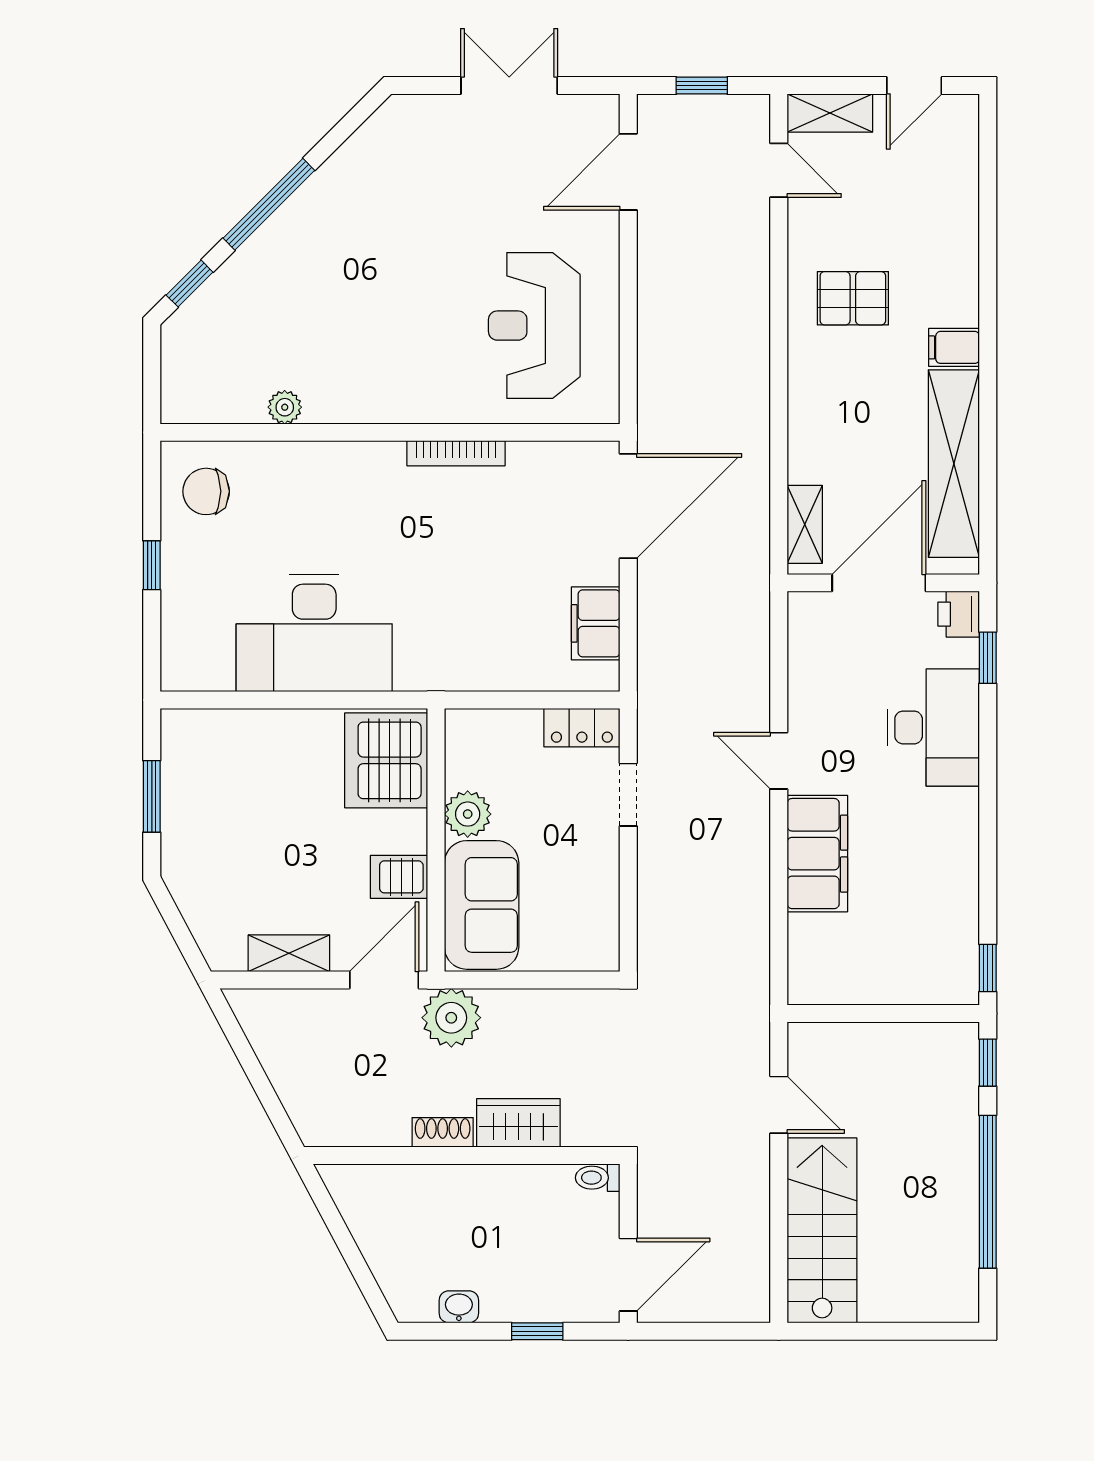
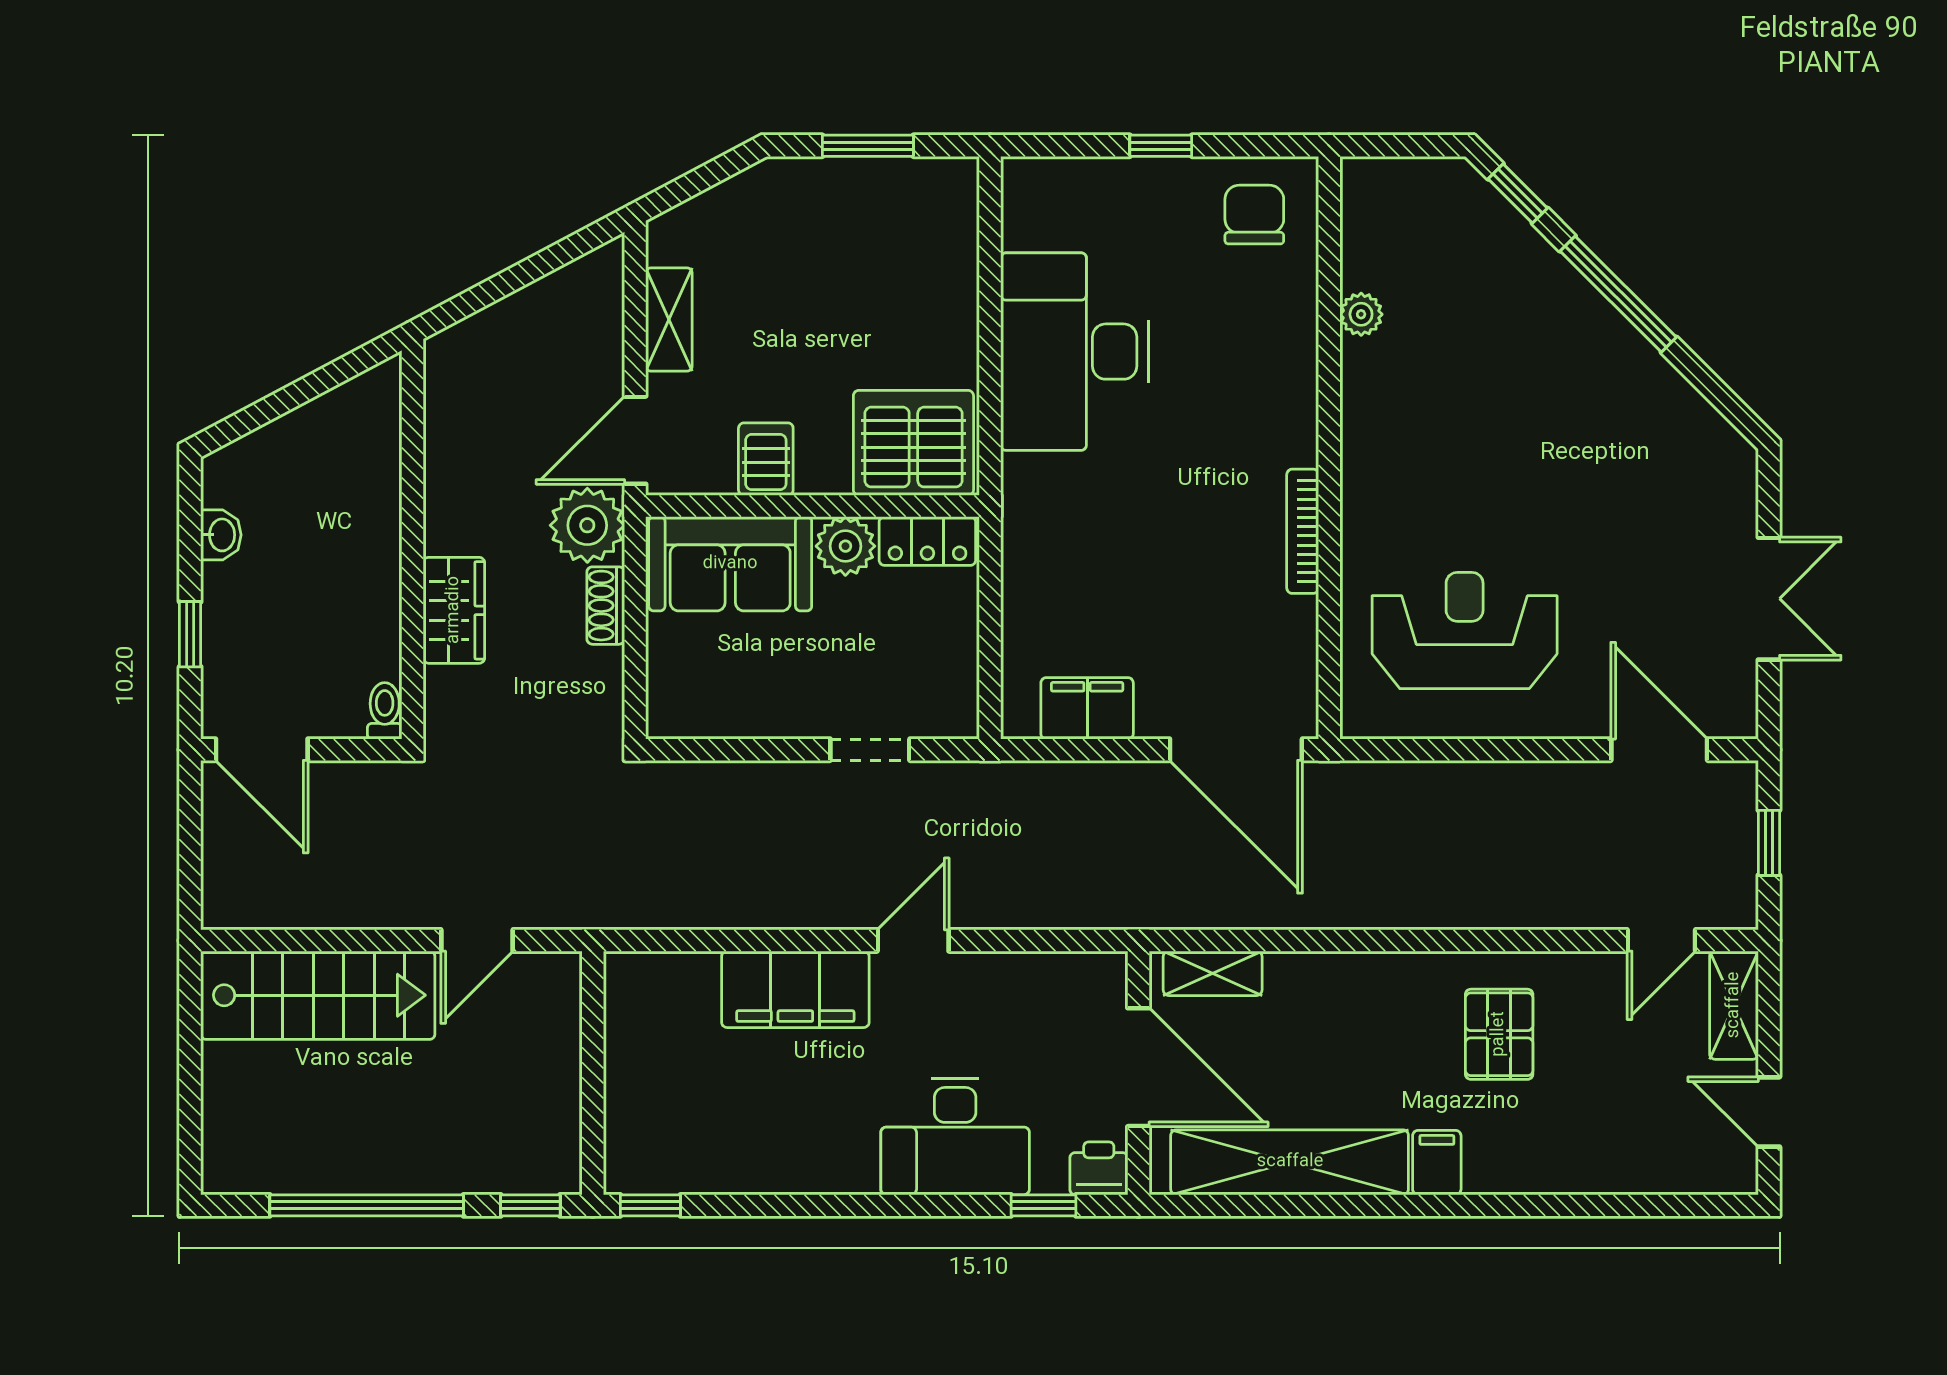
locker: (582, 728) -> (927, 541), moved, turned -90
door: (384, 980) -> (635, 440), swing flipped
shoe rack: (443, 1132) -> (606, 606), moved, turned 180

